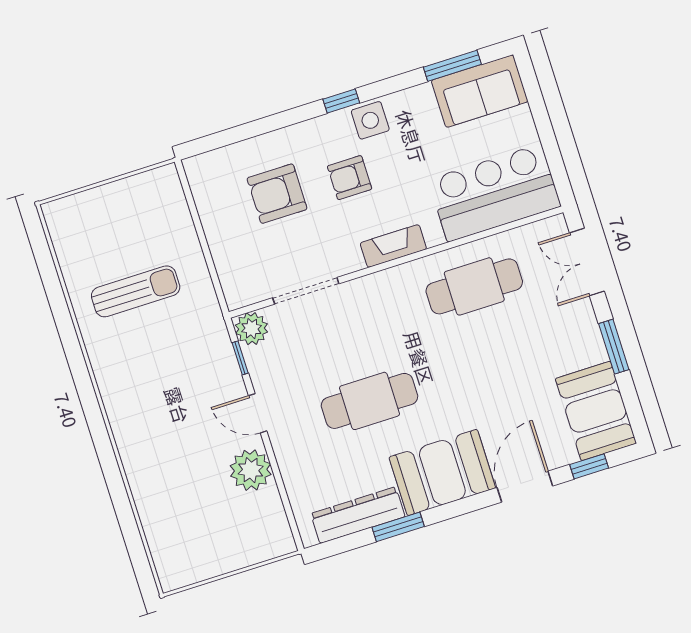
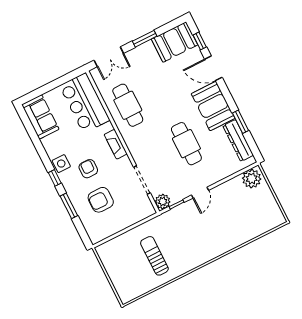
window: (452, 66) -> (69, 206), moved
armchair: (350, 178) -> (88, 169), turned 180
armchair: (277, 194) -> (101, 200), turned 90
plant: (251, 470) -> (252, 179), moved

